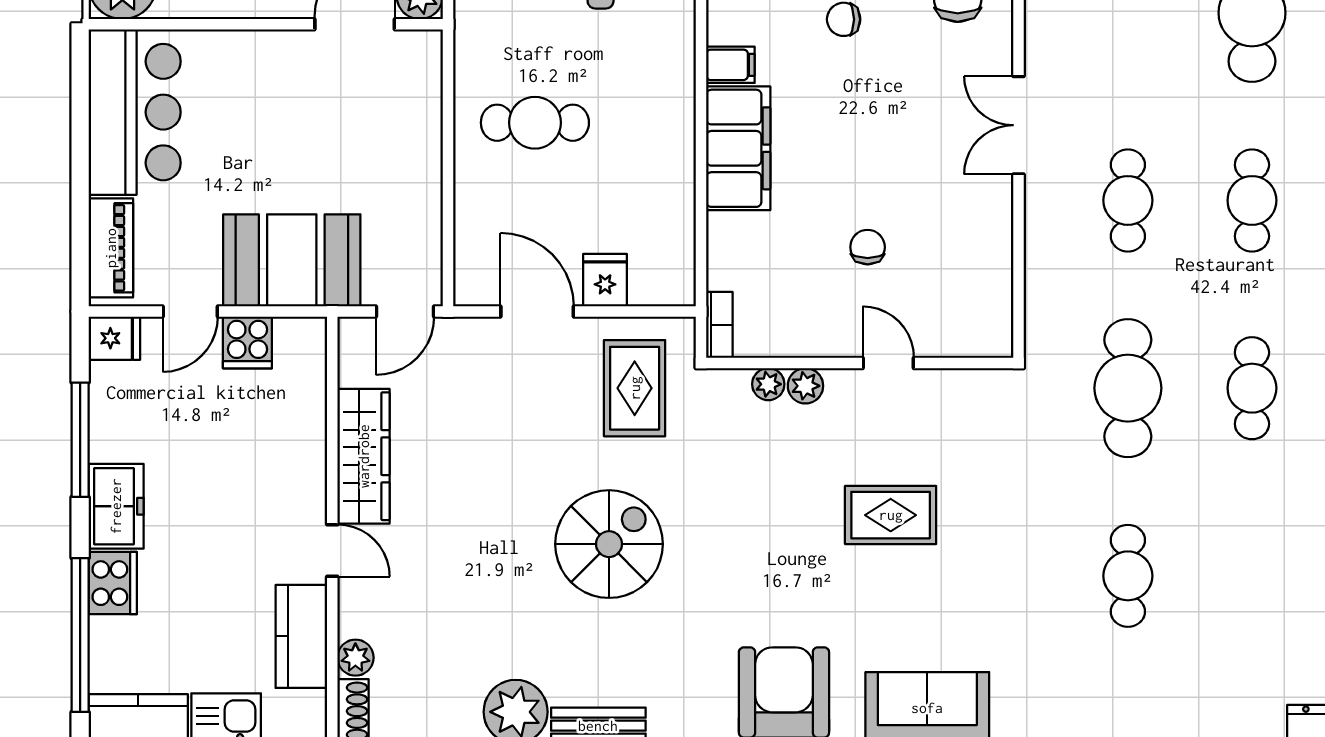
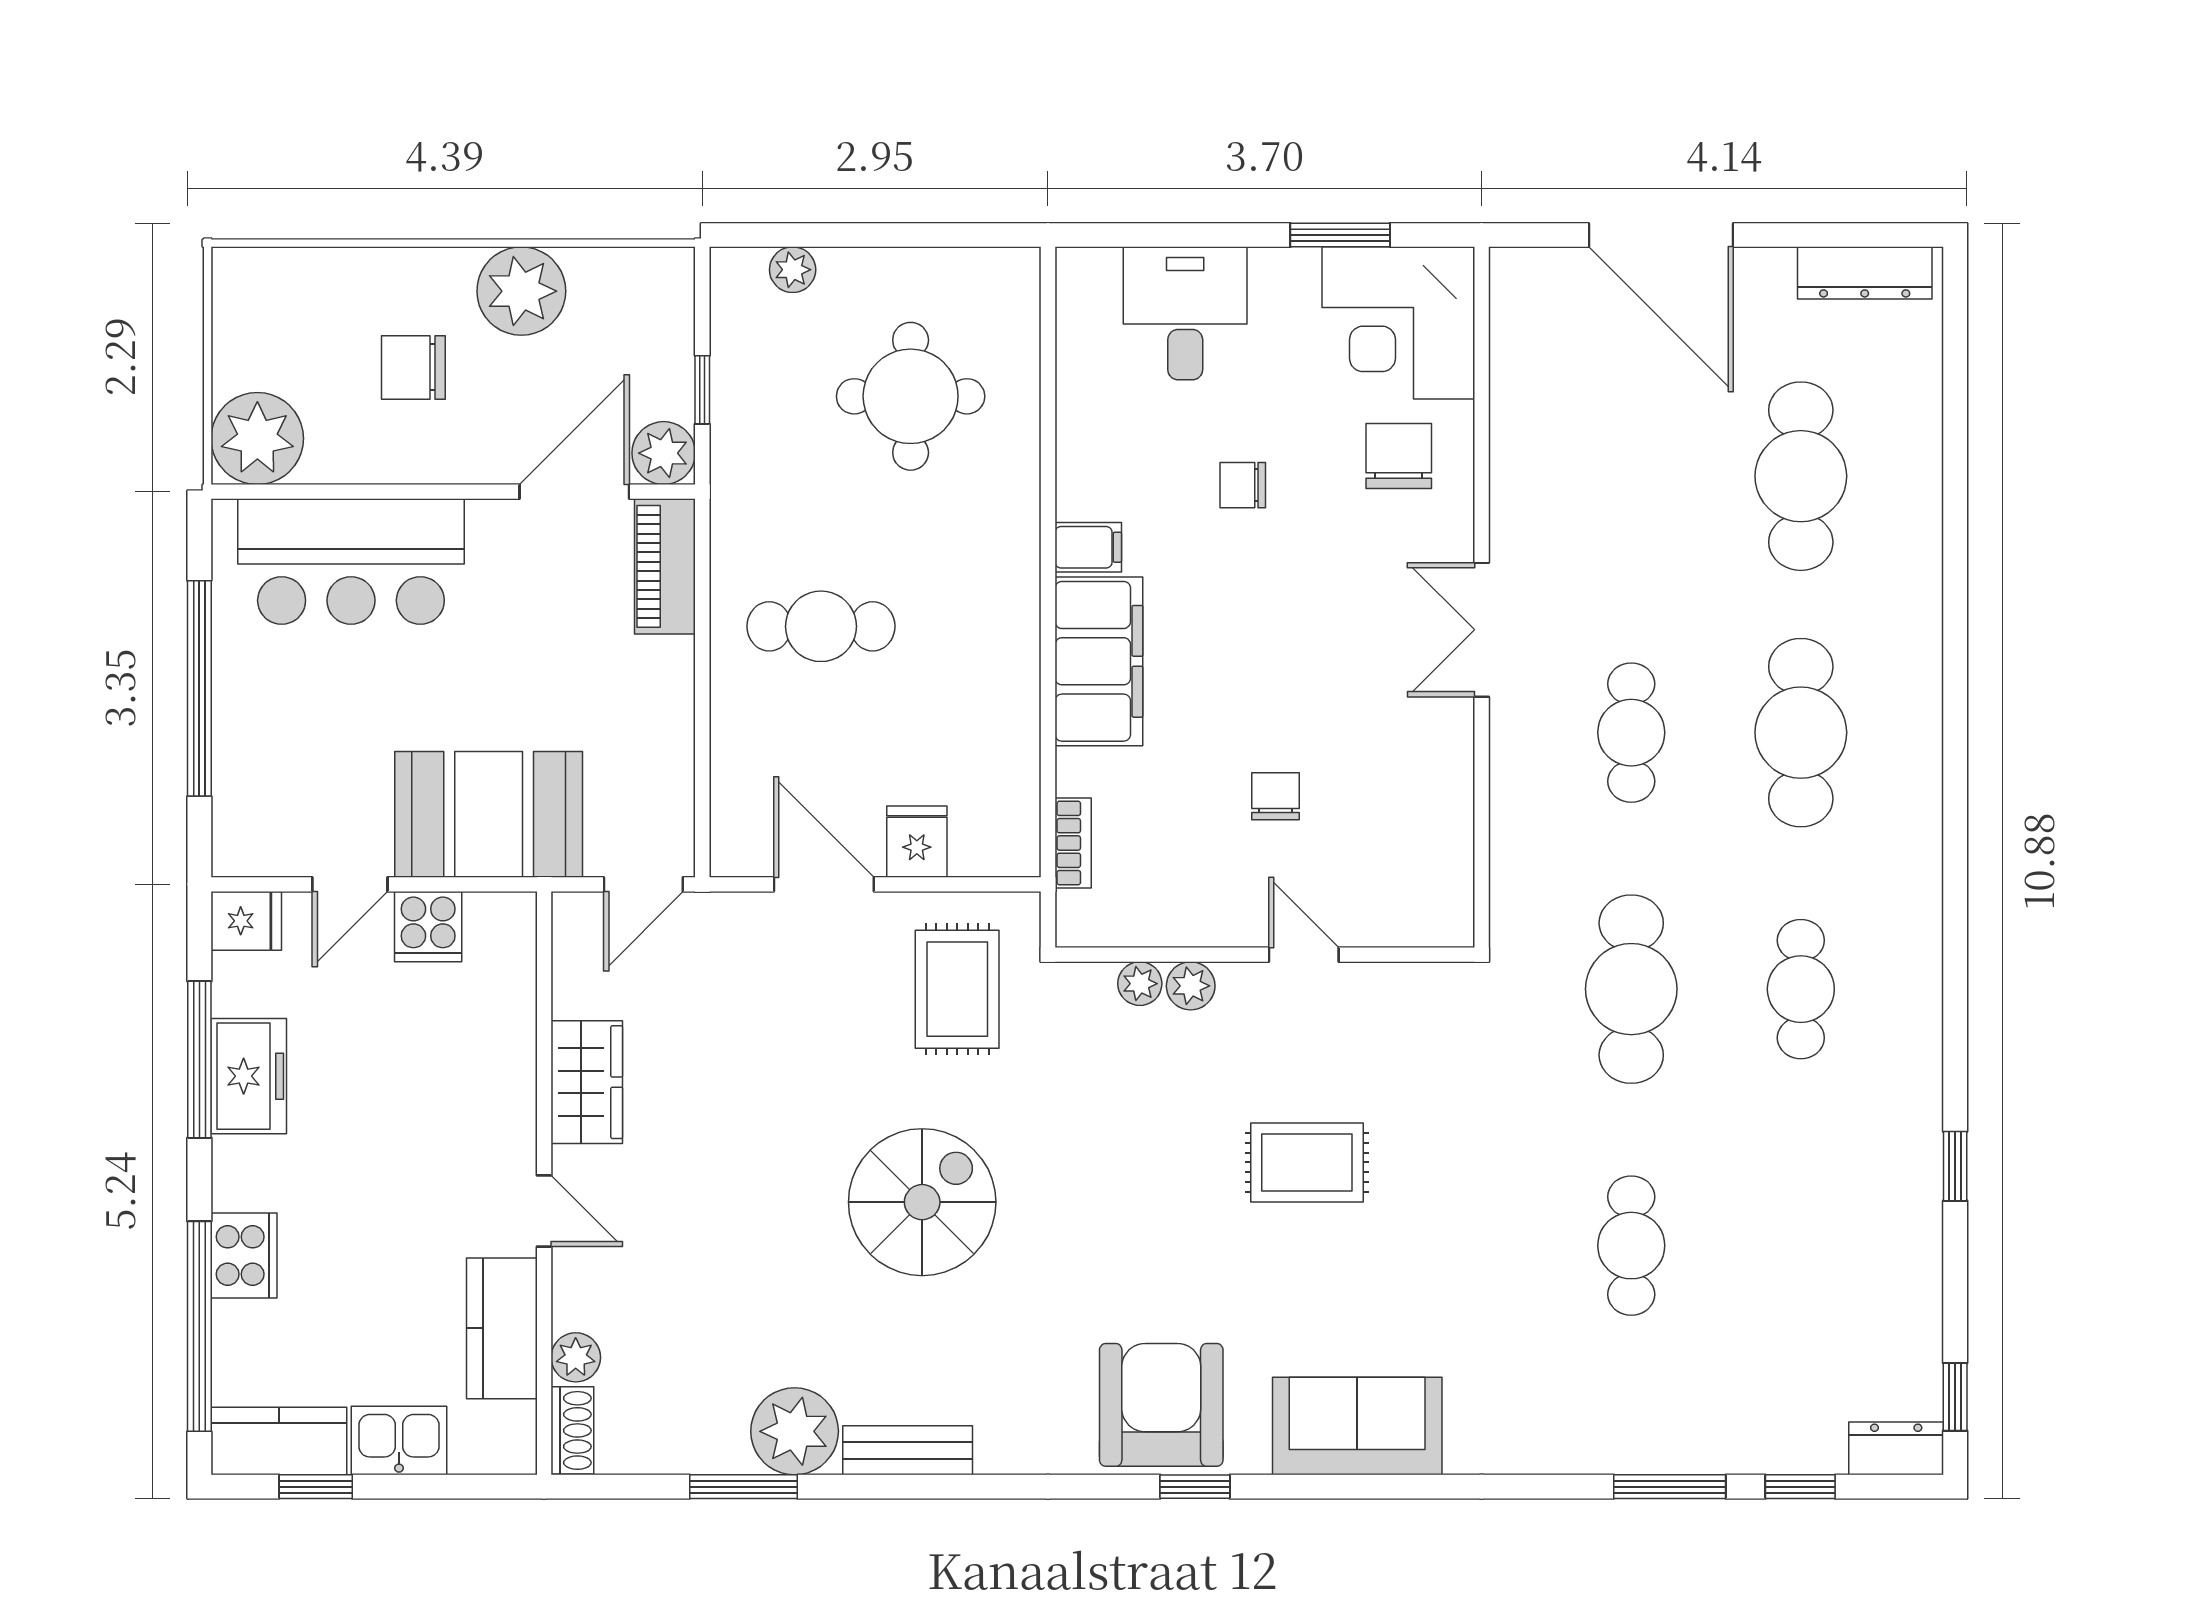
bar counter: (135, 112) -> (351, 562), moved, turned 90
window: (80, 168) -> (199, 688), added
cafe table: (1252, 200) -> (1801, 733), width x1.37, depth x1.35
piano: (111, 248) -> (665, 566), moved, turned 180
bookcase: (719, 325) -> (1073, 843), moved
wardrobe: (364, 456) -> (587, 1082), width x0.67
freezer: (116, 506) -> (249, 1076), moved

